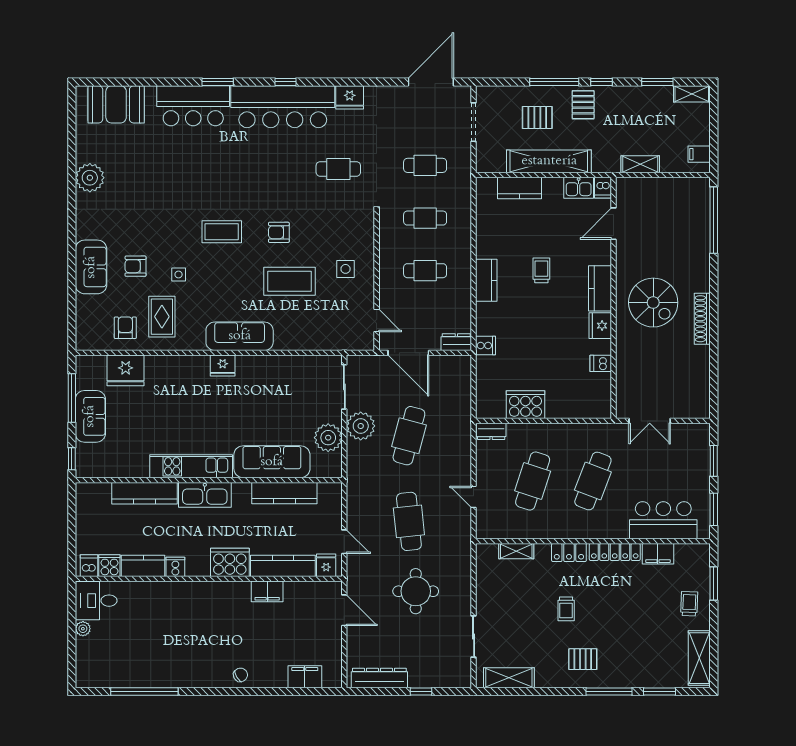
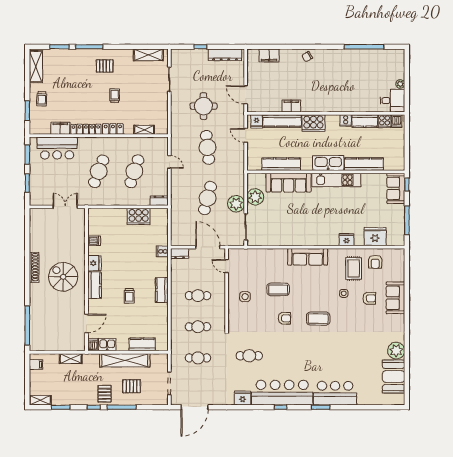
booth: (116, 104) -> (394, 377), moved, turned 90
coffee table: (289, 281) -> (278, 289), width x0.73, depth x0.76
fridge: (223, 365) -> (346, 240), moved
sofa: (90, 416) -> (396, 188), moved

